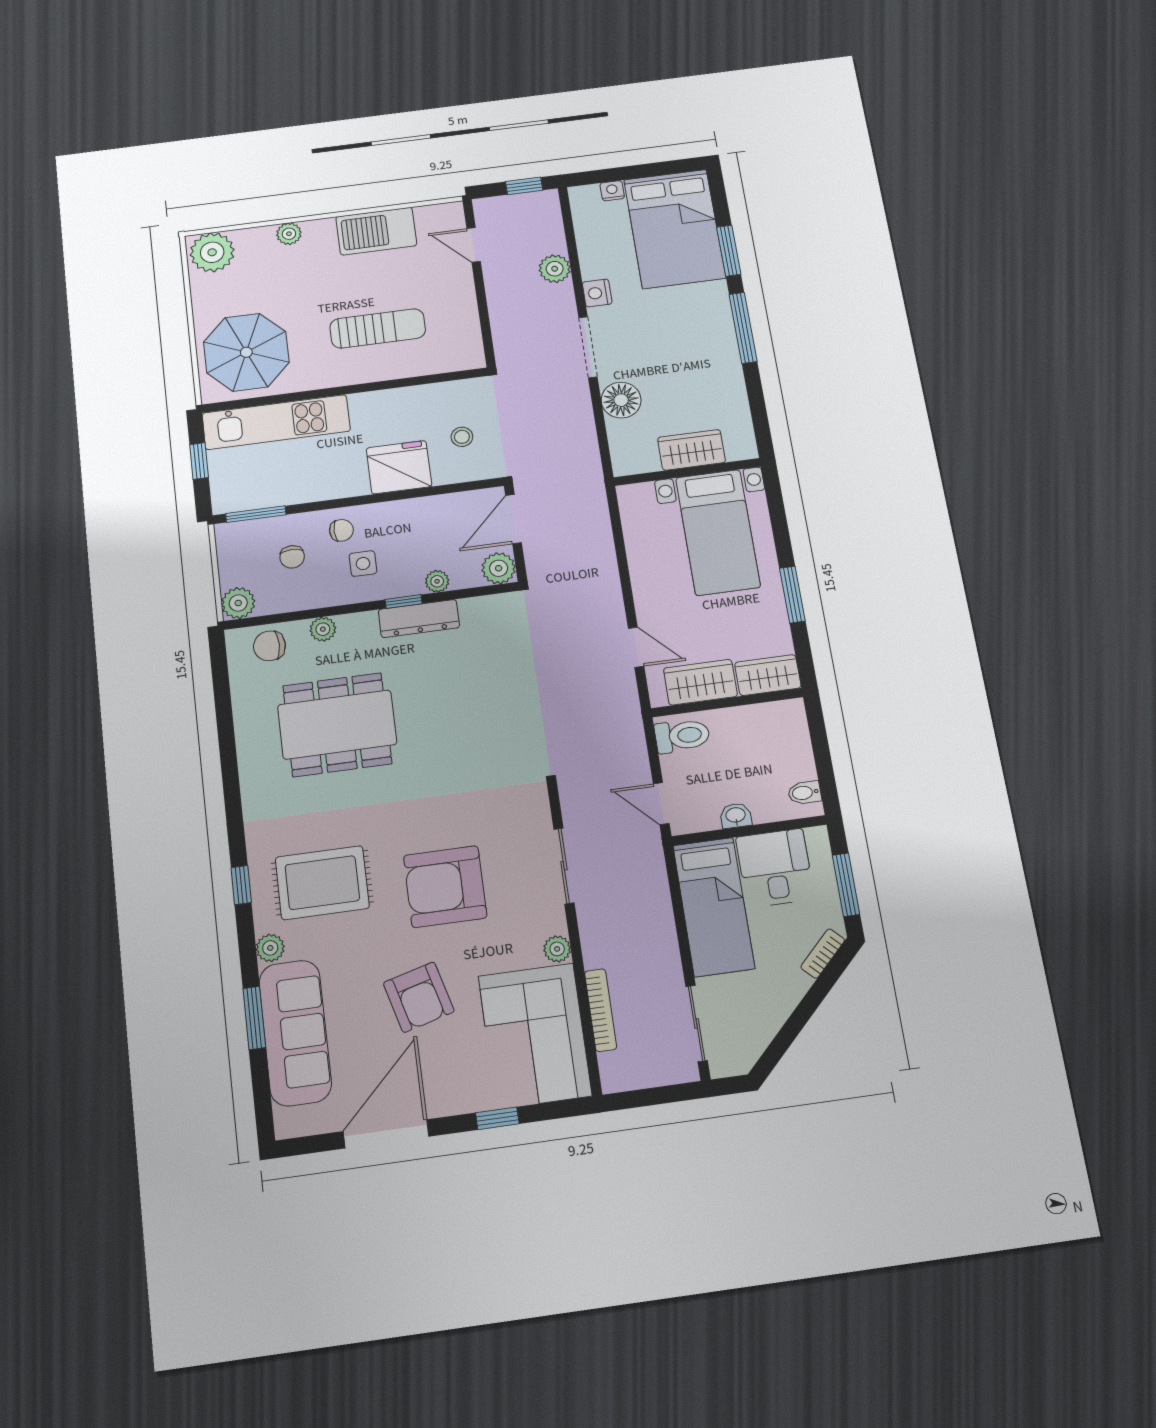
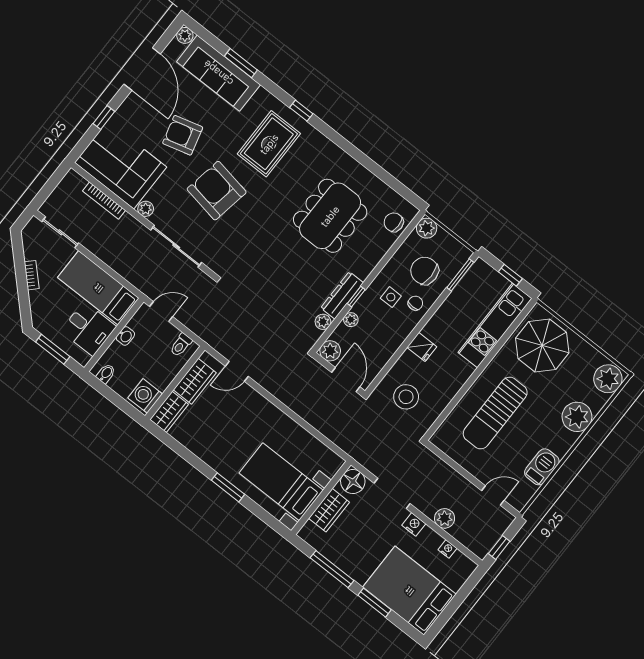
nightstand: (612, 191) -> (447, 549), moved, turned -90
barbecue: (376, 231) -> (542, 467), width x0.73, depth x0.83
plant: (289, 234) -> (577, 417), width x1.87, depth x1.87
sun lounger: (378, 328) -> (495, 413), width x1.36, depth x1.34
stool: (462, 437) -> (406, 397), width x1.89, depth x1.89
wardrobe: (691, 450) -> (329, 510), moved
fridge: (399, 467) -> (422, 347), width x0.53, depth x0.75
wall: (687, 472) -> (321, 498), moved
chair: (341, 530) -> (415, 303), turned 180
bed with nightstands: (718, 532) -> (281, 482), moved
chair: (292, 557) -> (425, 271), width x1.87, depth x1.87
window: (792, 595) -> (228, 487), moved
plant: (323, 629) -> (323, 322), moved
chair: (269, 646) -> (394, 222), turned -90
washing machine: (780, 721) -> (145, 396), added
toilet: (682, 736) -> (181, 345), width x0.73, depth x0.72
sliding door: (564, 866) -> (176, 246), width x1.37
armchair: (445, 887) -> (217, 191), turned -80
plant: (270, 948) -> (185, 35), moved
bookcase: (823, 954) -> (32, 275), moved

